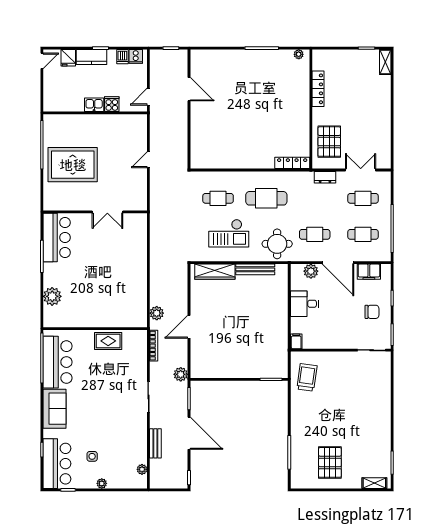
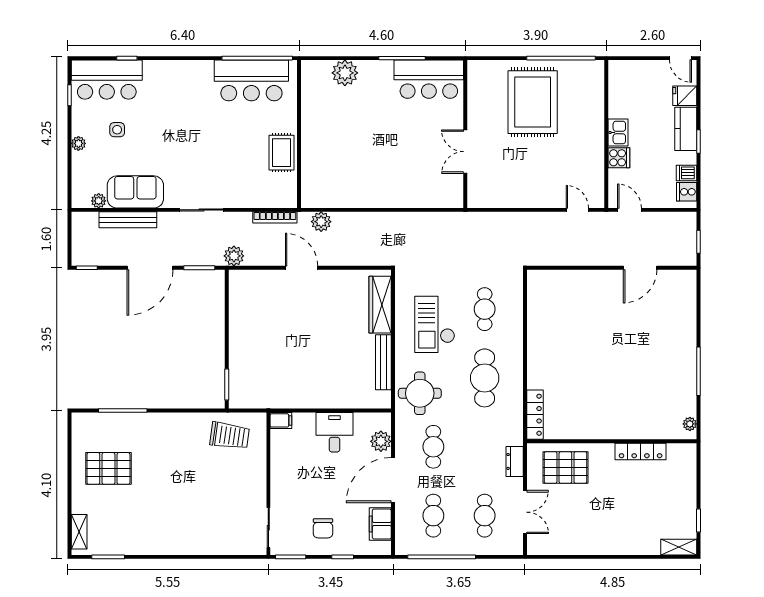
door: (148, 160) -> (577, 210), moved
sofa: (54, 409) -> (135, 192), moved, turned 180
bench: (155, 443) -> (128, 220), width x1.36

